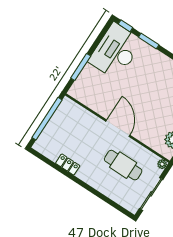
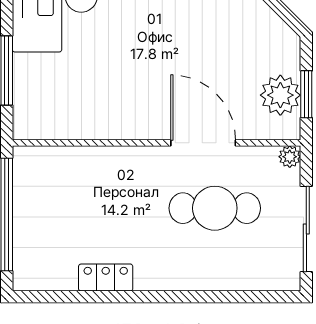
door: (118, 128) -> (203, 143), moved

